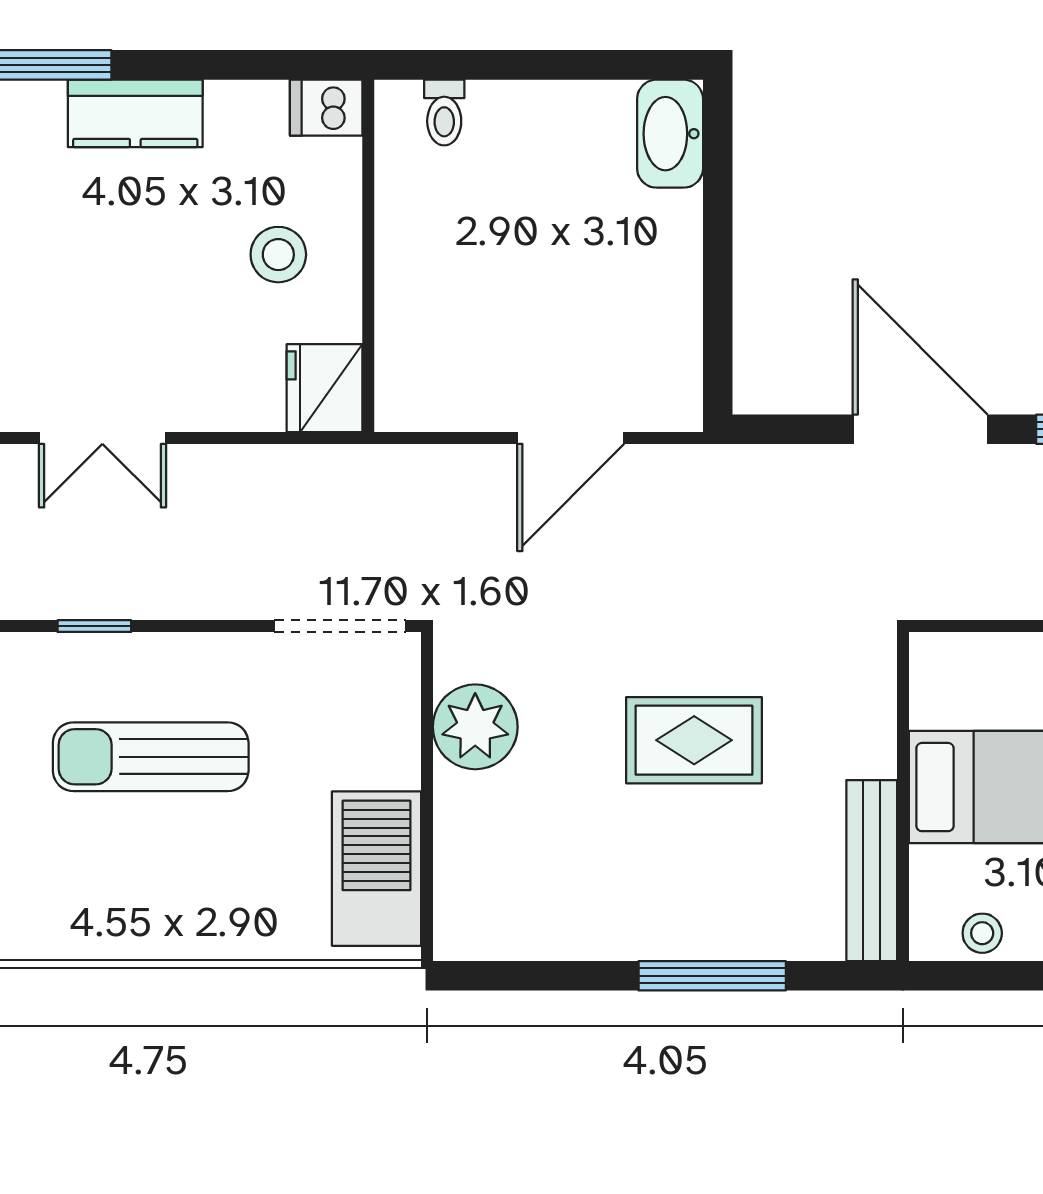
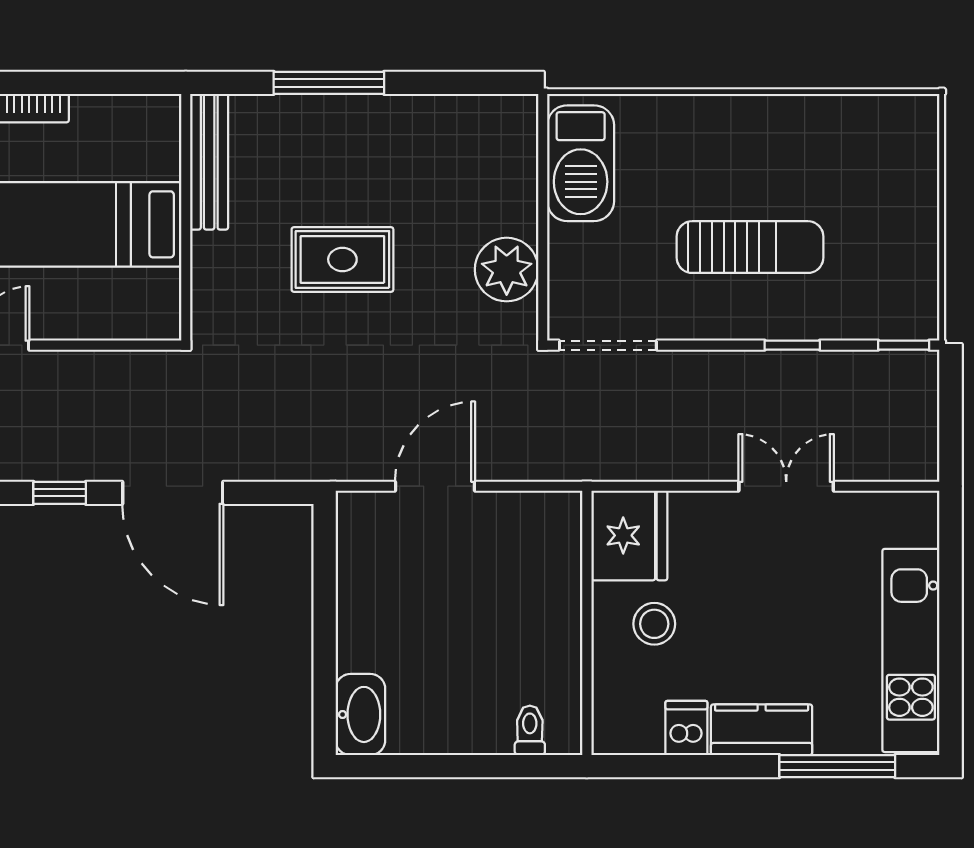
dishwasher: (326, 108) -> (686, 728), moved, turned -90
fridge: (324, 388) -> (629, 535), width x1.36, depth x1.34
stool: (982, 933) -> (126, 115), removed

